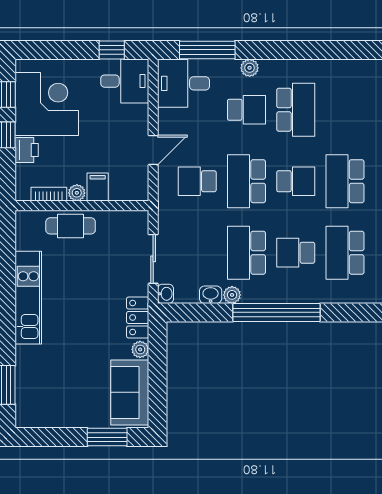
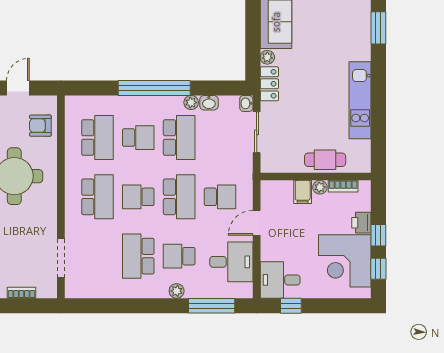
desk: (184, 83) -> (231, 262), moved

